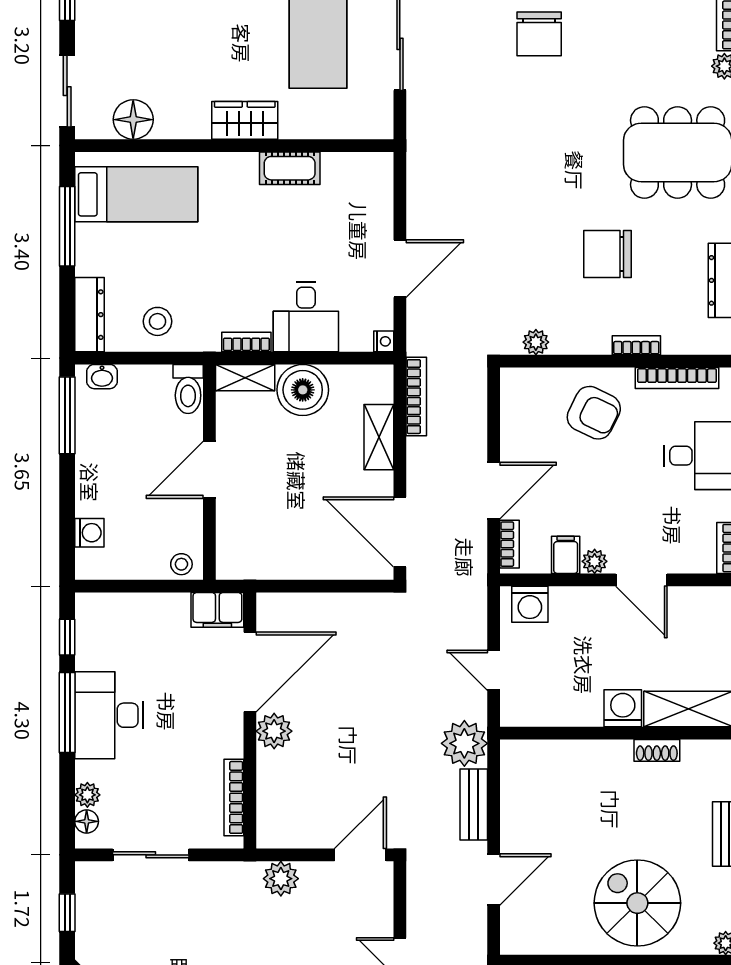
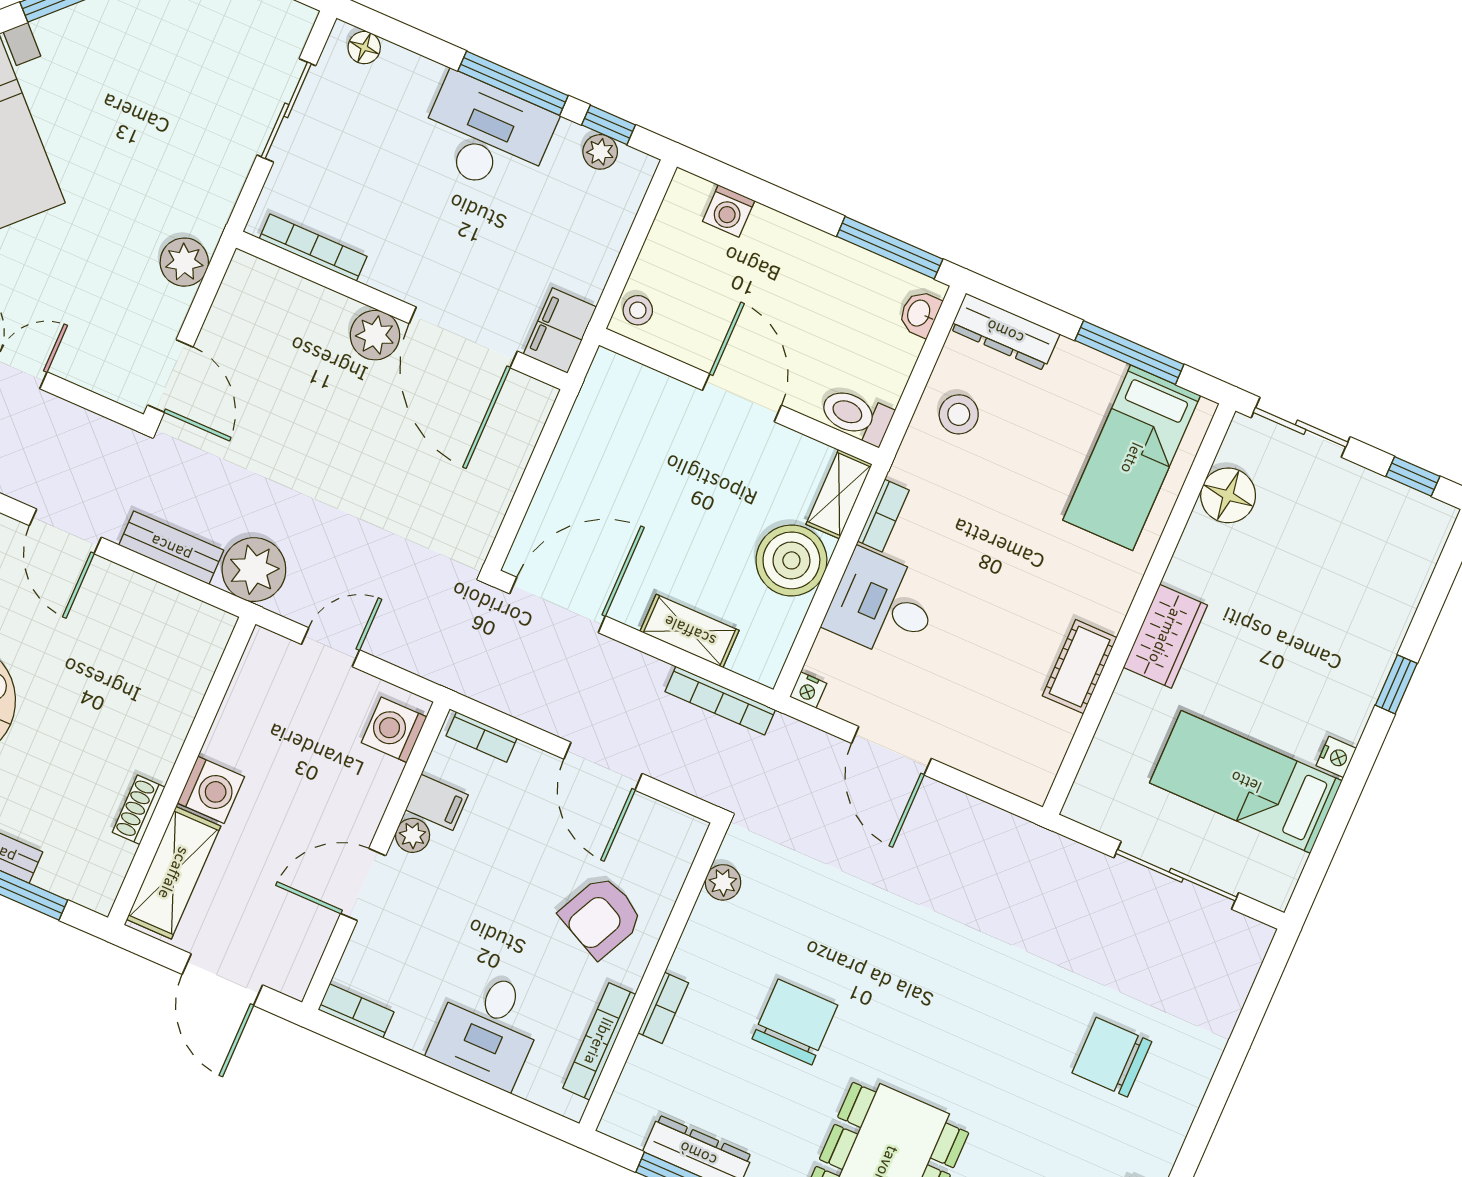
door: (494, 491) -> (603, 766), moved
plant: (87, 795) -> (600, 152), moved

